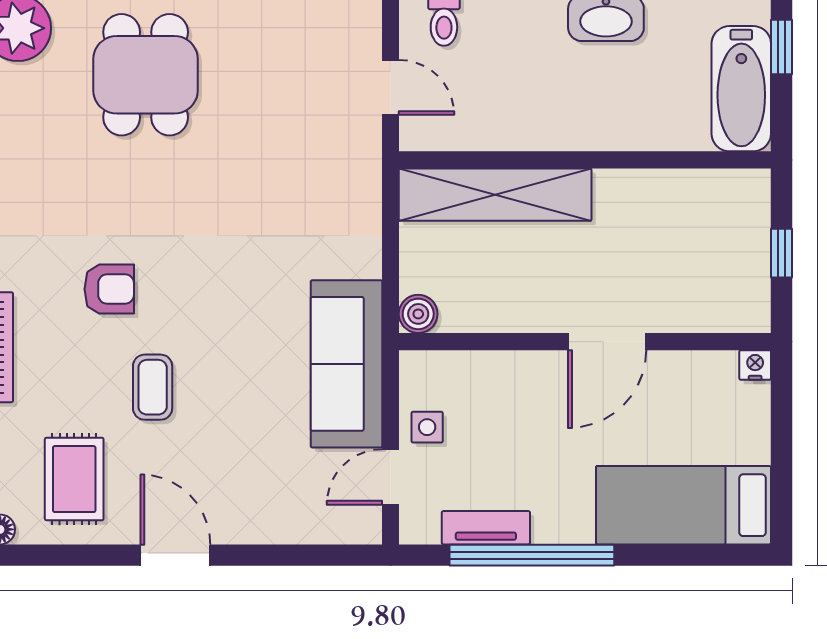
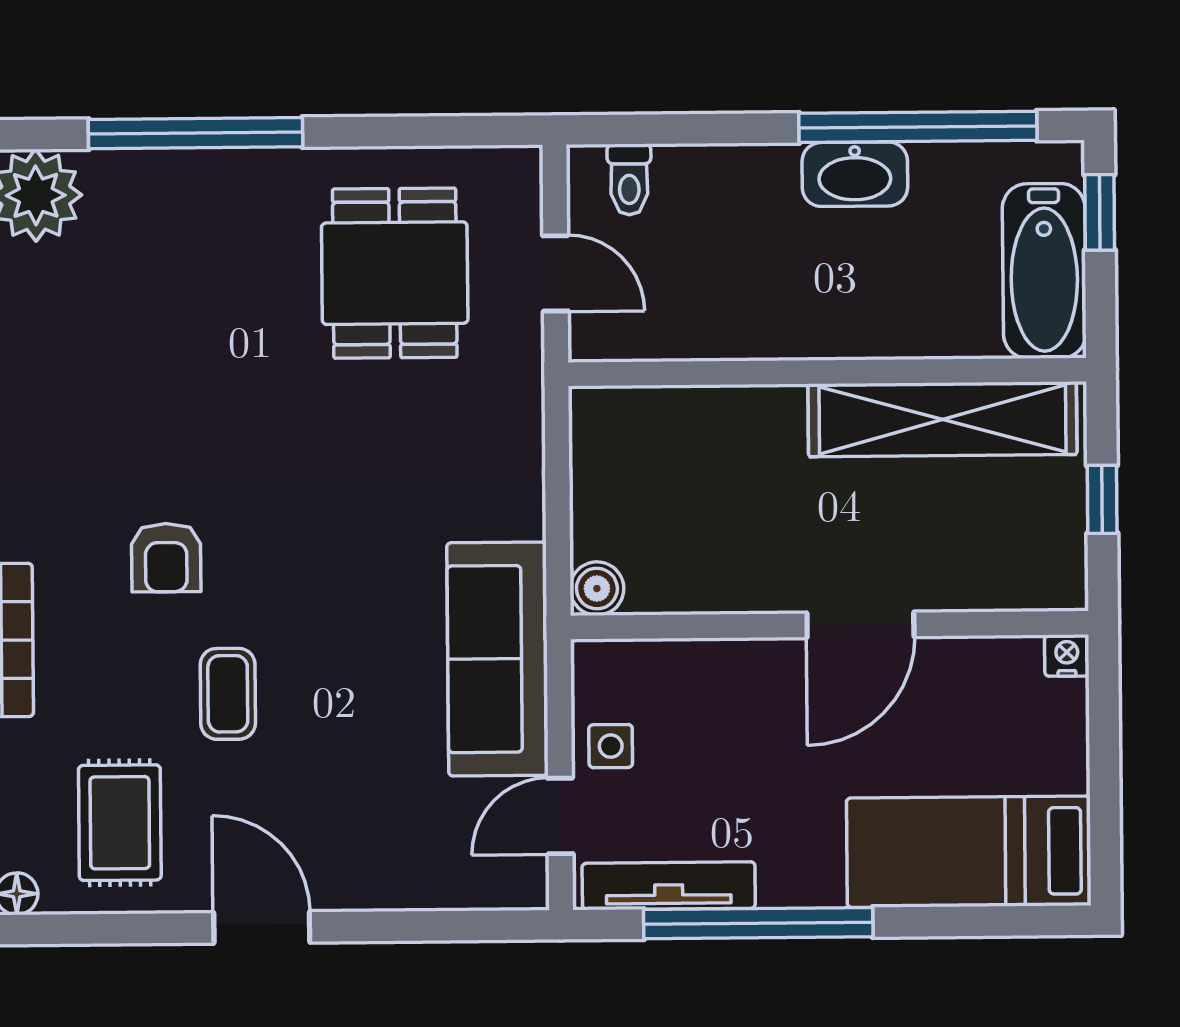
dining table: (146, 75) -> (395, 273), moved
shelving: (495, 195) -> (942, 419), moved
armchair: (109, 289) -> (166, 558), turned 90
tv unit: (486, 528) -> (669, 886), width x1.41

